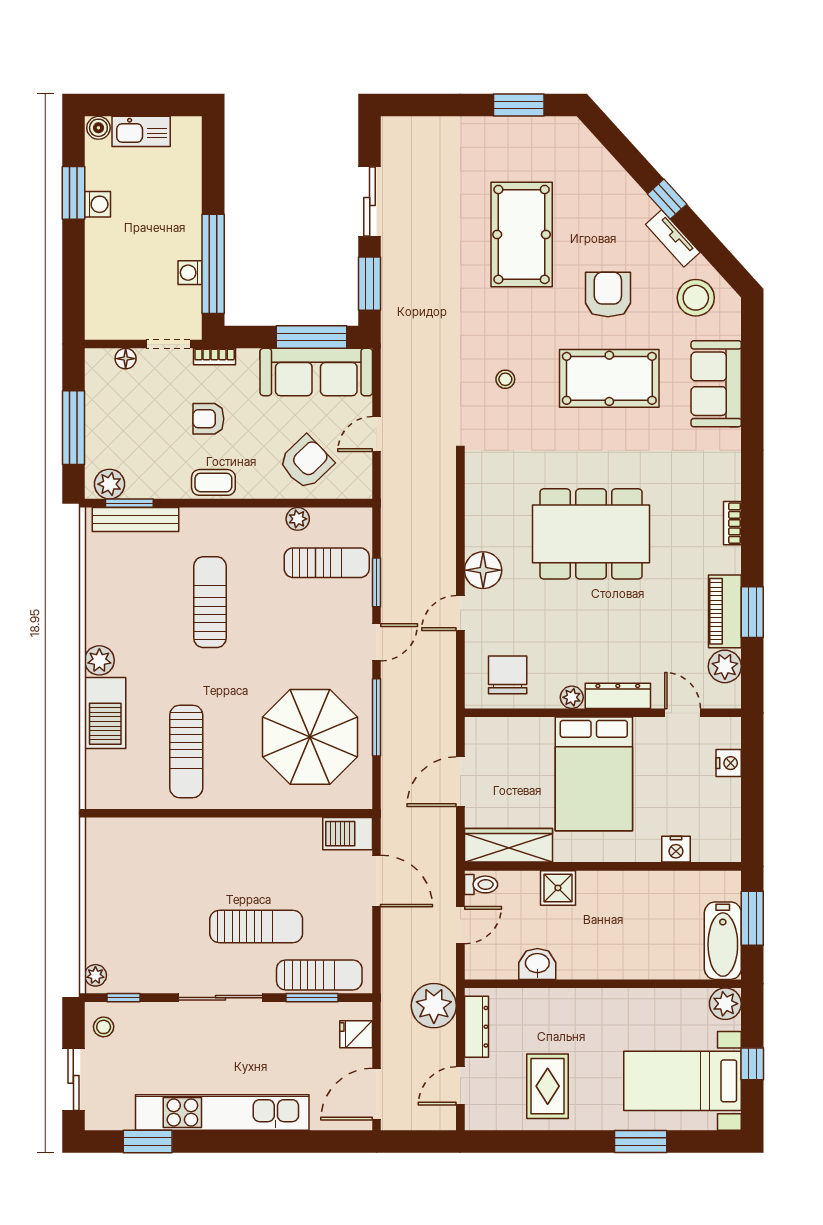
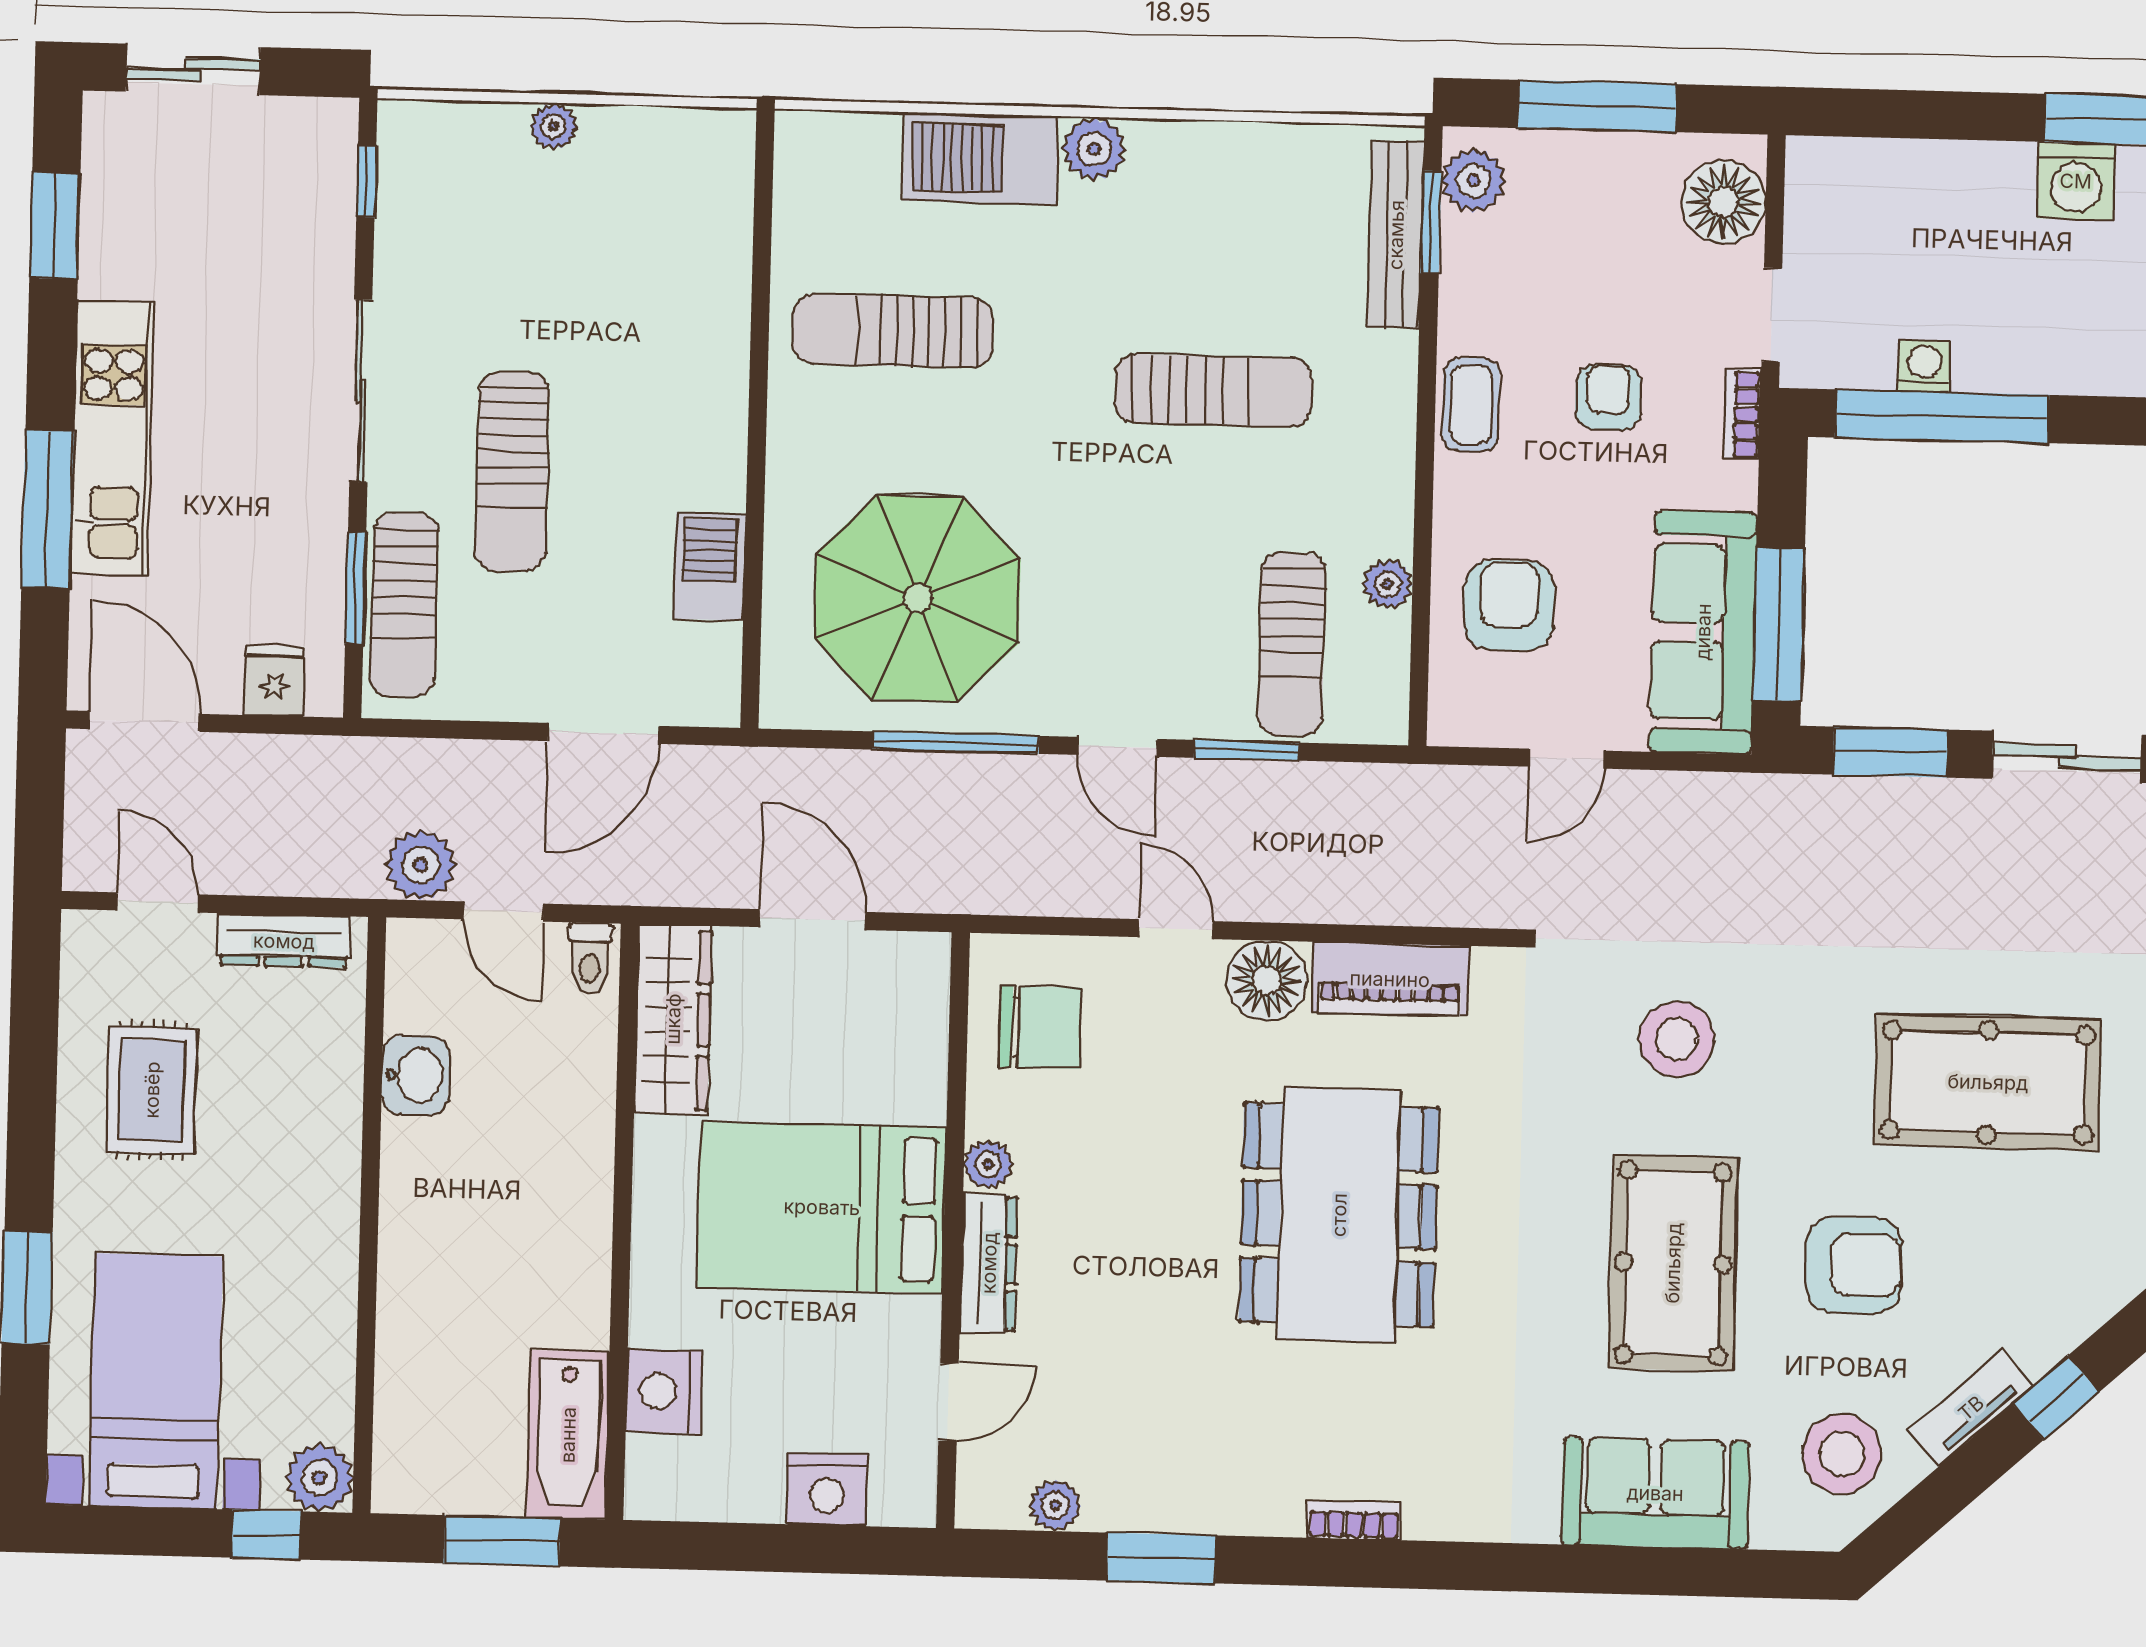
washing machine: (98, 204) -> (2076, 181), width x1.38, depth x1.38
floor lamp: (126, 359) -> (1724, 202), width x1.89, depth x1.89
stool: (505, 379) -> (1677, 1039), width x1.89, depth x1.89
door: (377, 434) -> (1566, 759), swing flipped
armchair: (306, 462) -> (1509, 605), turned -136
piano: (725, 611) -> (1390, 979), moved, turned 180
plant: (725, 666) -> (1055, 1505), width x0.73, depth x0.73
nightstand: (729, 763) -> (827, 1489), width x1.36, depth x1.33
barbecue: (348, 834) -> (710, 566), moved
nightstand: (676, 849) -> (664, 1391), width x1.36, depth x1.33
shower: (558, 888) -> (578, 1124), removed
bathtub: (723, 941) -> (568, 1435), moved, turned -90
plant: (95, 975) -> (554, 126), moved
plant: (434, 1006) -> (421, 865), moved, width x0.73, depth x0.73
stool: (104, 1027) -> (304, 137), removed
window: (752, 1064) -> (266, 1535), moved
rug: (548, 1086) -> (152, 1090), turned 90
kitchen unit: (222, 1113) -> (112, 438), width x0.73
window: (279, 1142) -> (48, 509), added

